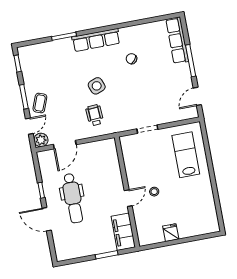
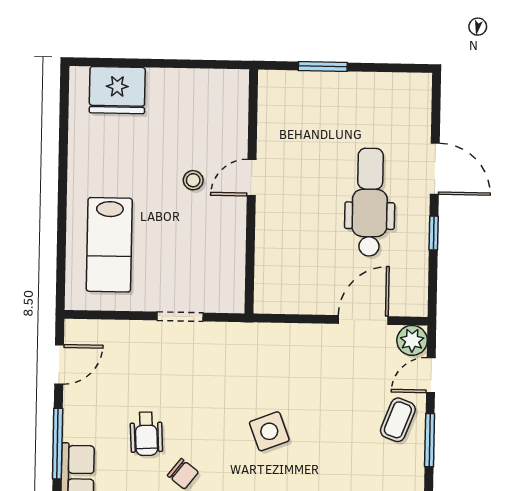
wheelchair: (95, 115) -> (146, 434), moved
filing cabinet: (123, 232) -> (277, 108), removed
fridge: (171, 233) -> (117, 90), moved, width x1.88, depth x1.34

